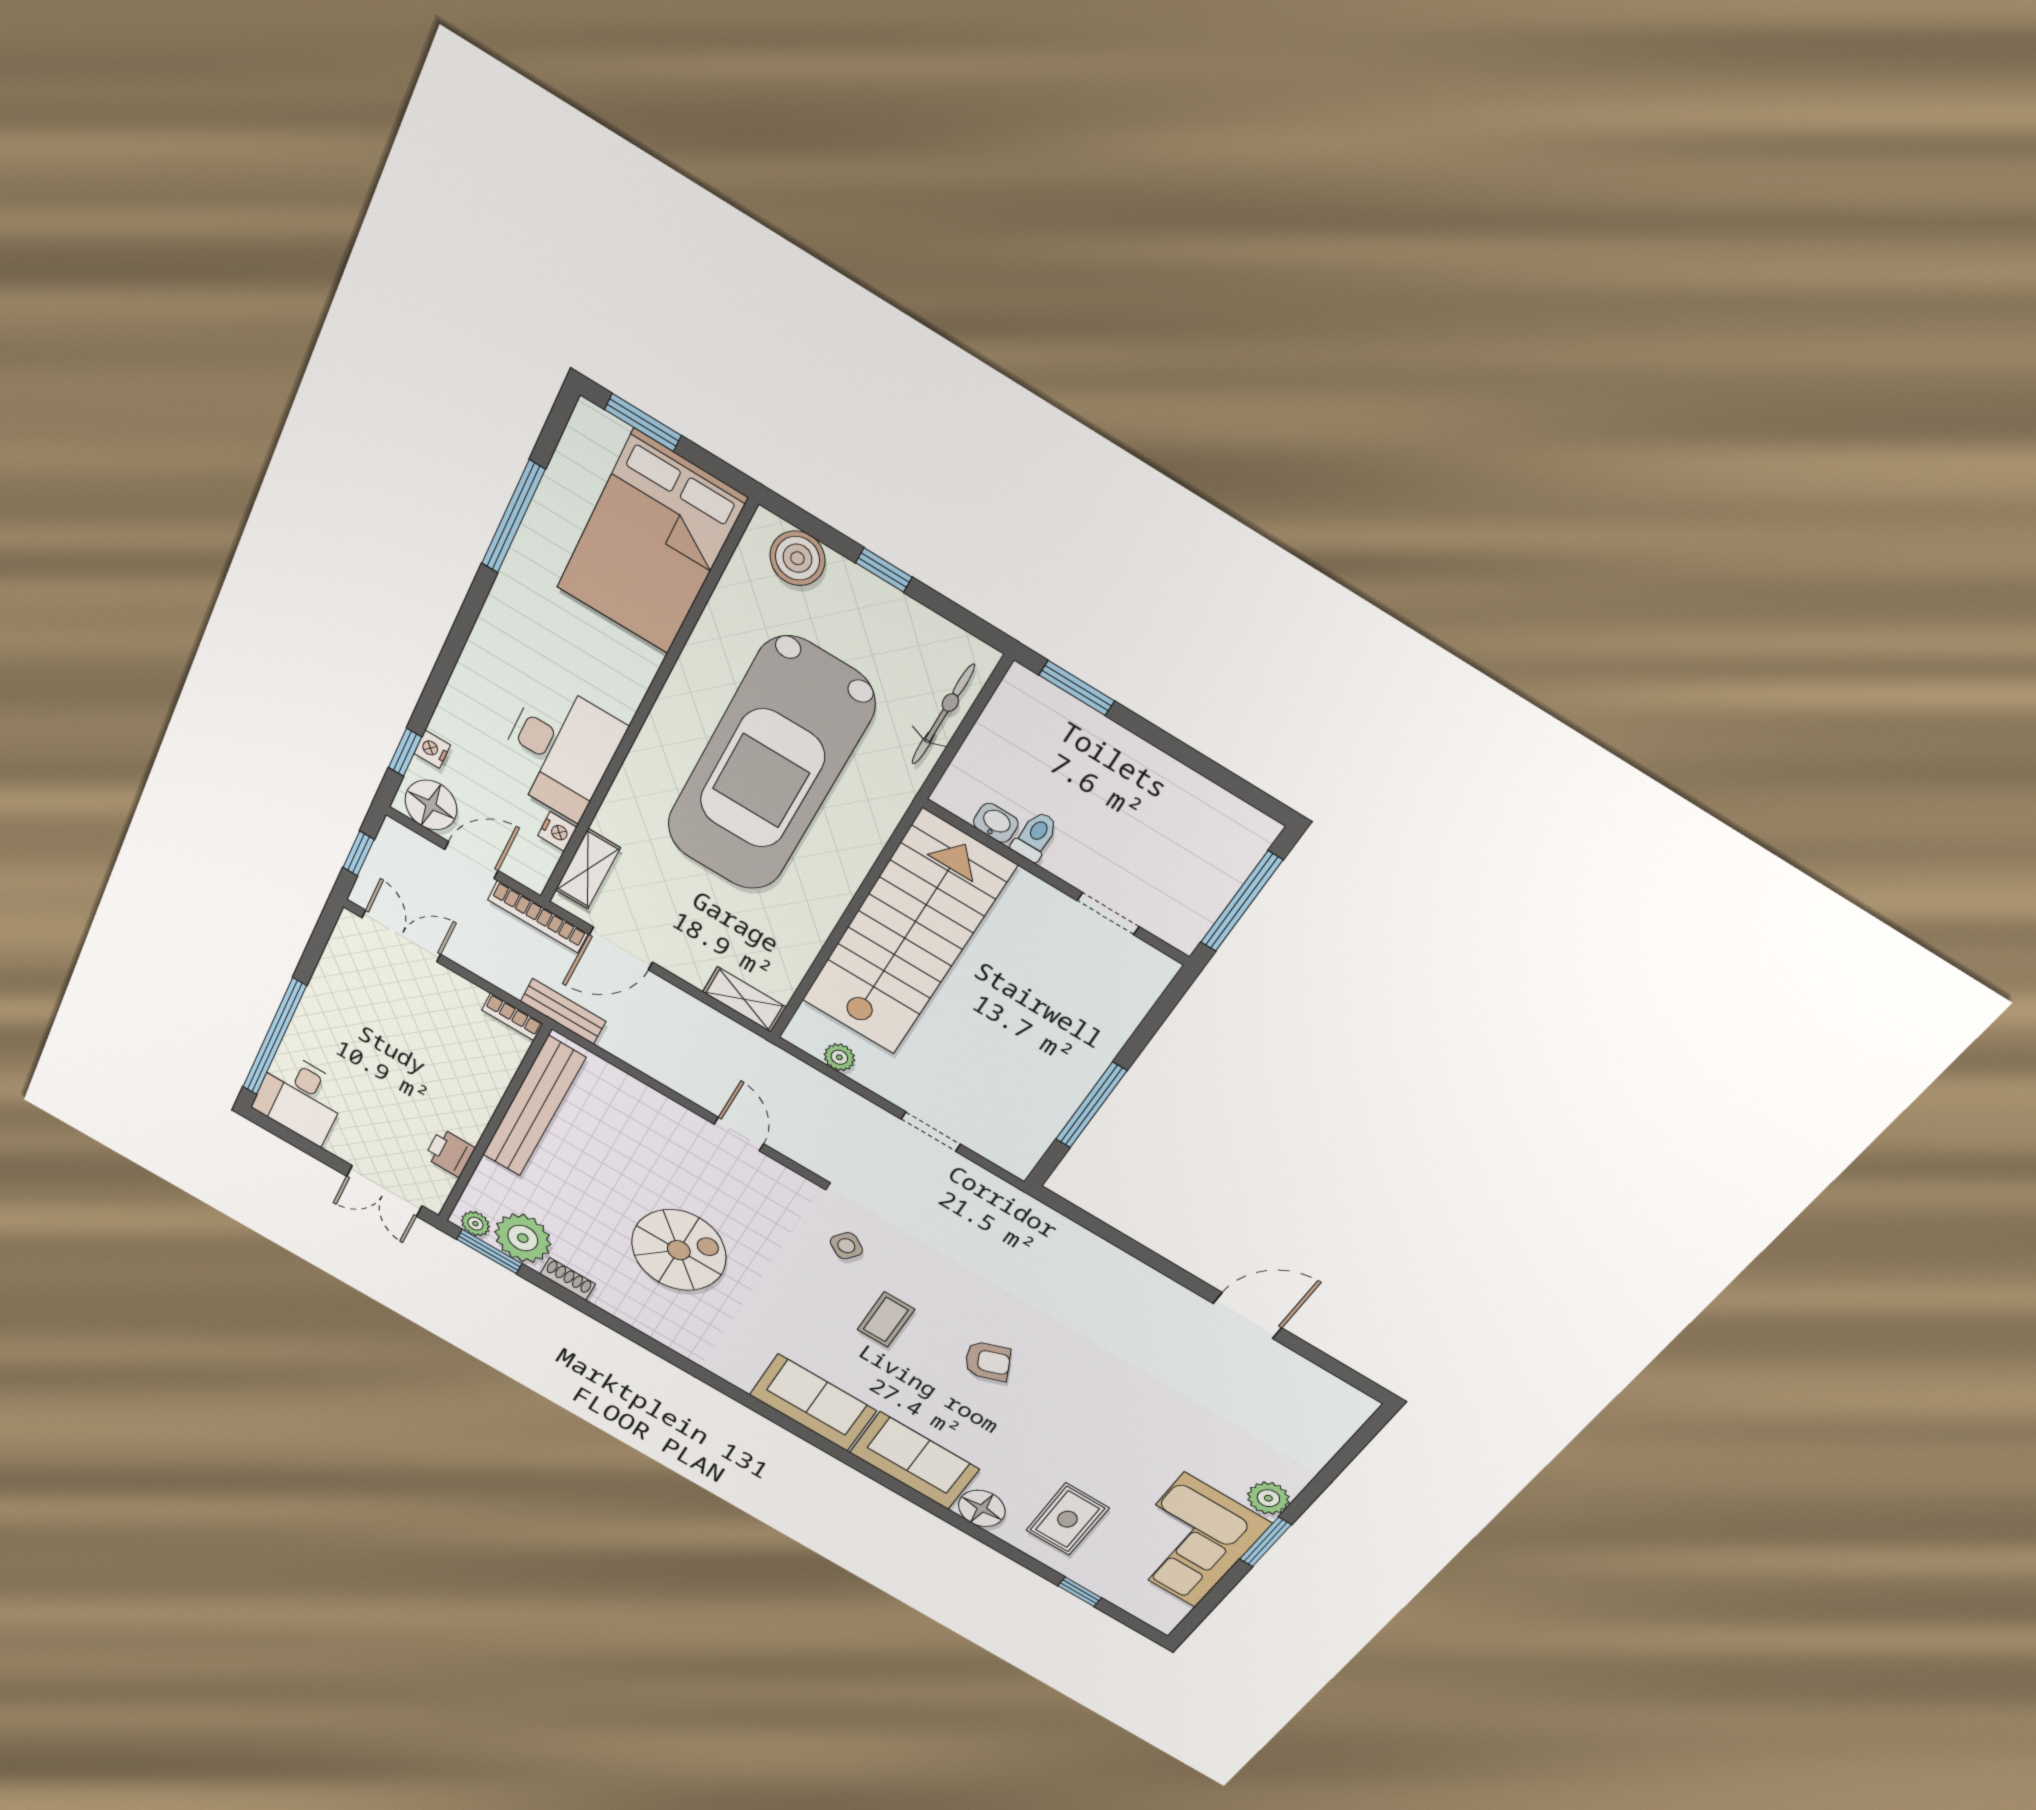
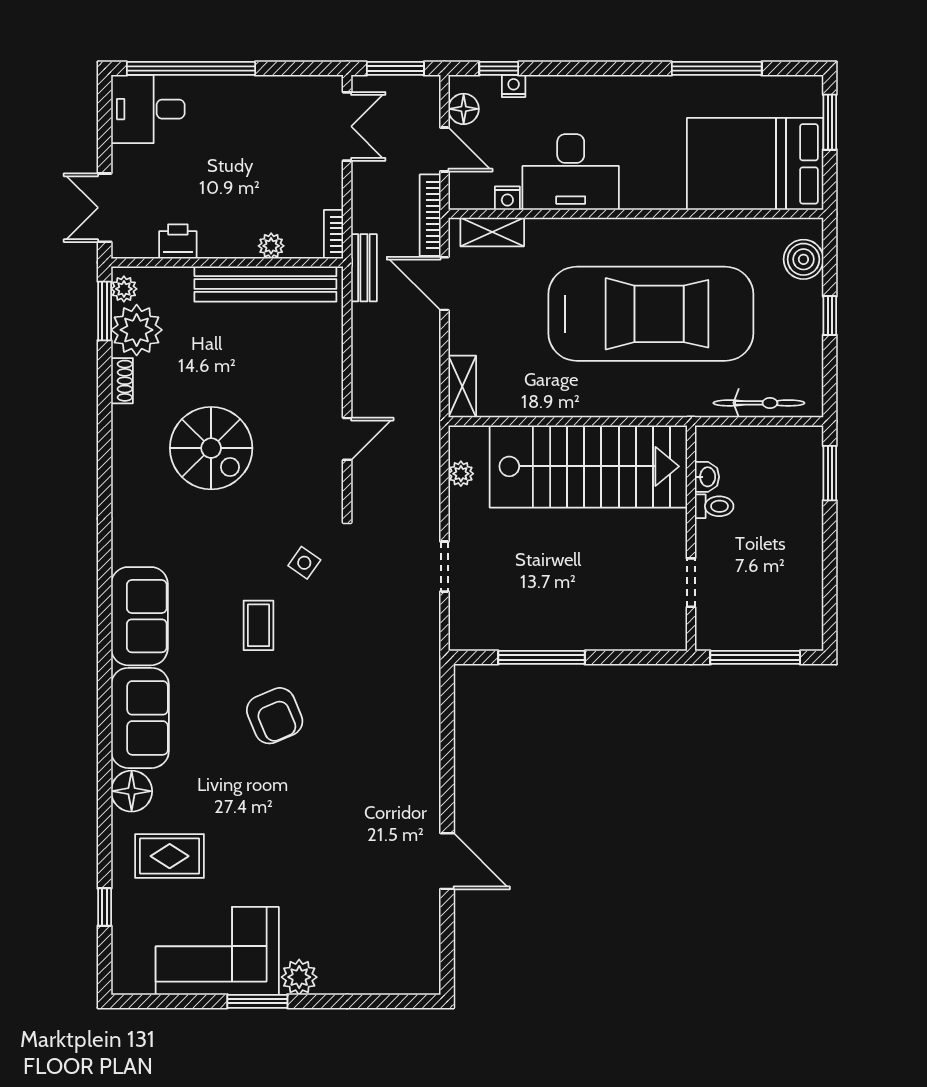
car: (769, 766) -> (651, 314), turned 180
floor lamp: (431, 805) -> (464, 109), width x0.73, depth x0.73
window: (359, 853) -> (395, 68), width x1.50
plant: (496, 1078) -> (271, 246), added
coffee table: (886, 1319) -> (258, 625), turned 90
armchair: (988, 1361) -> (275, 716), width x1.38, depth x1.38

